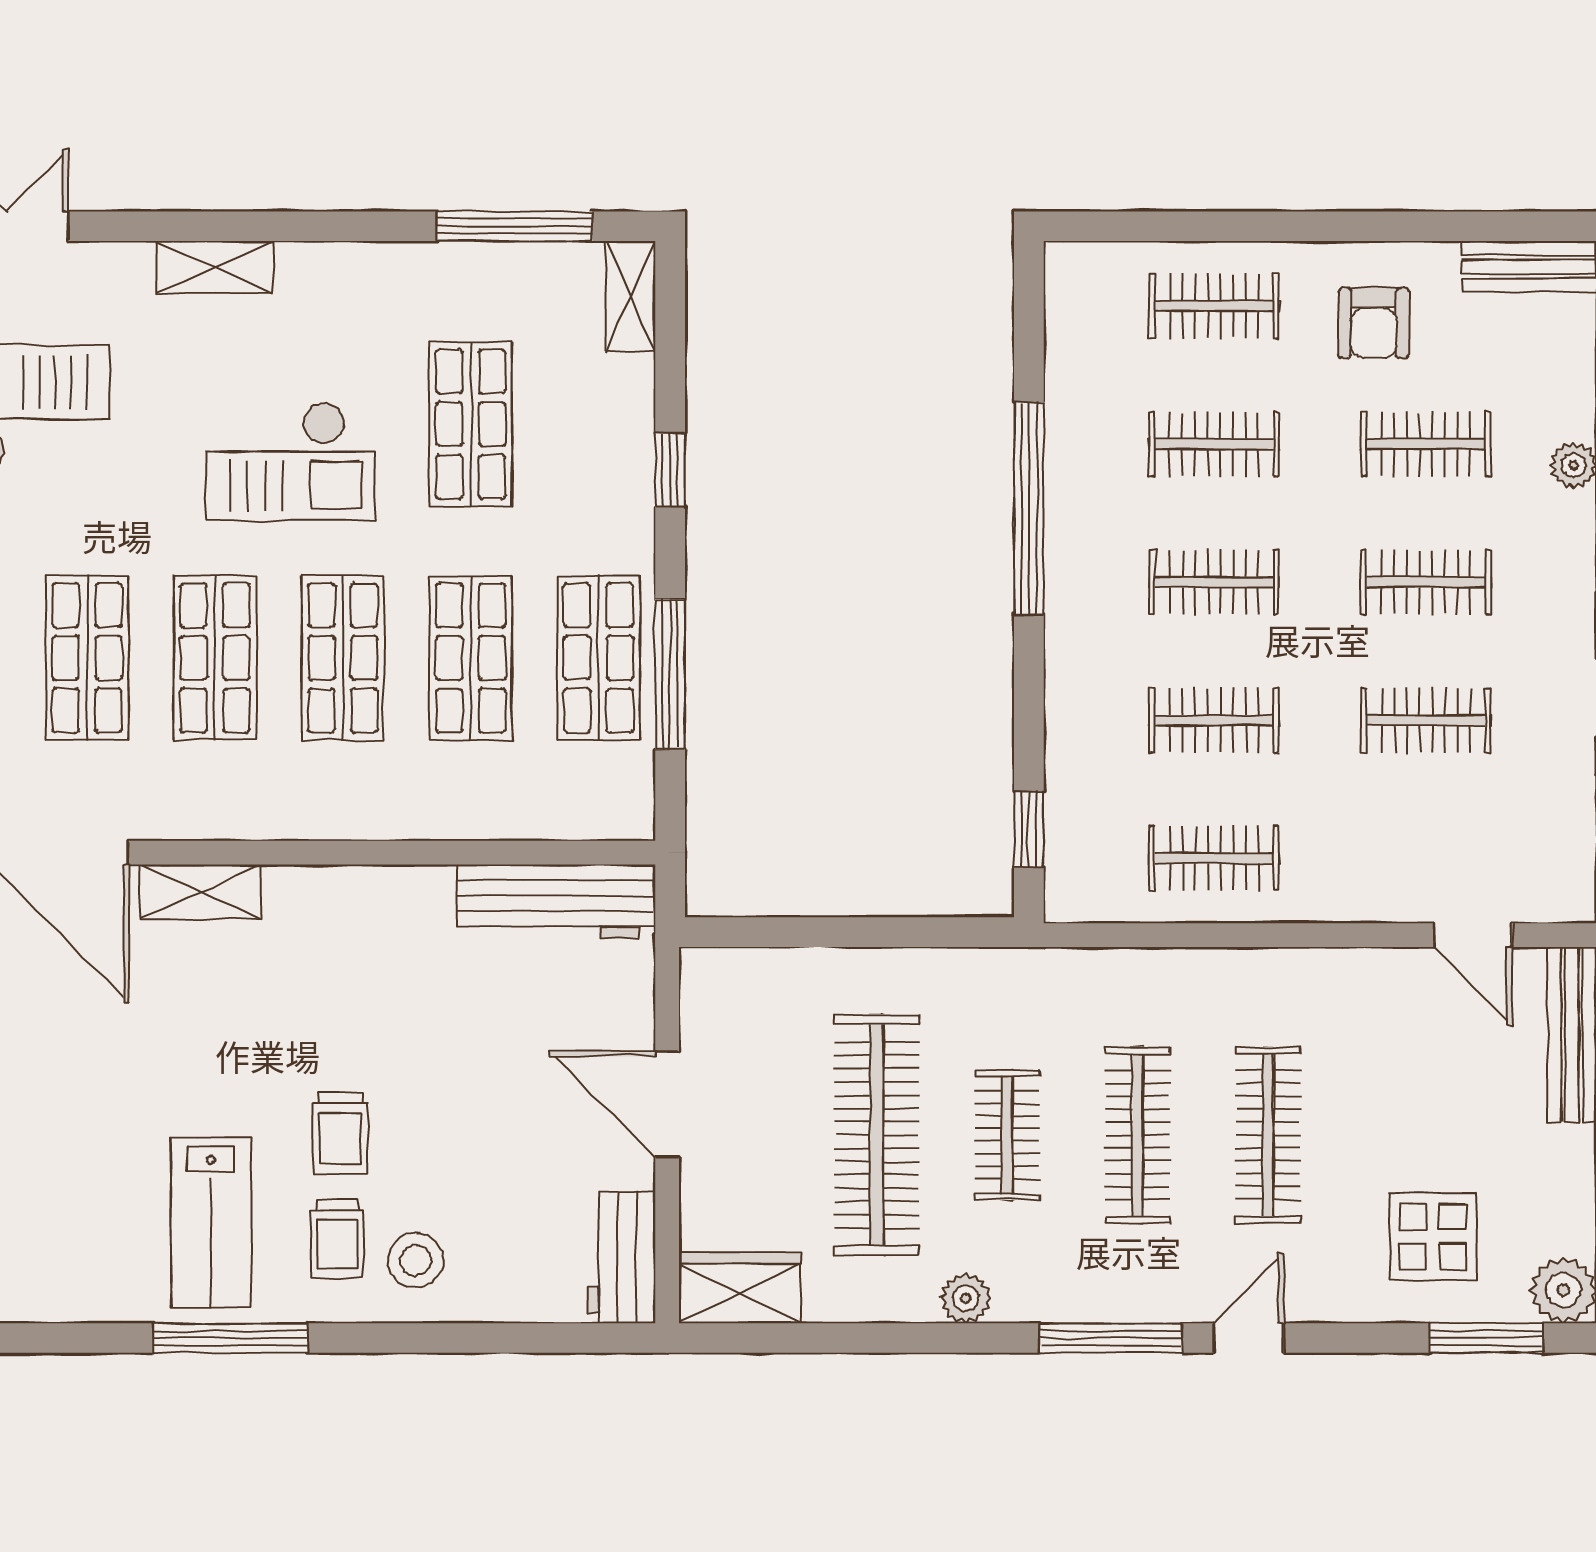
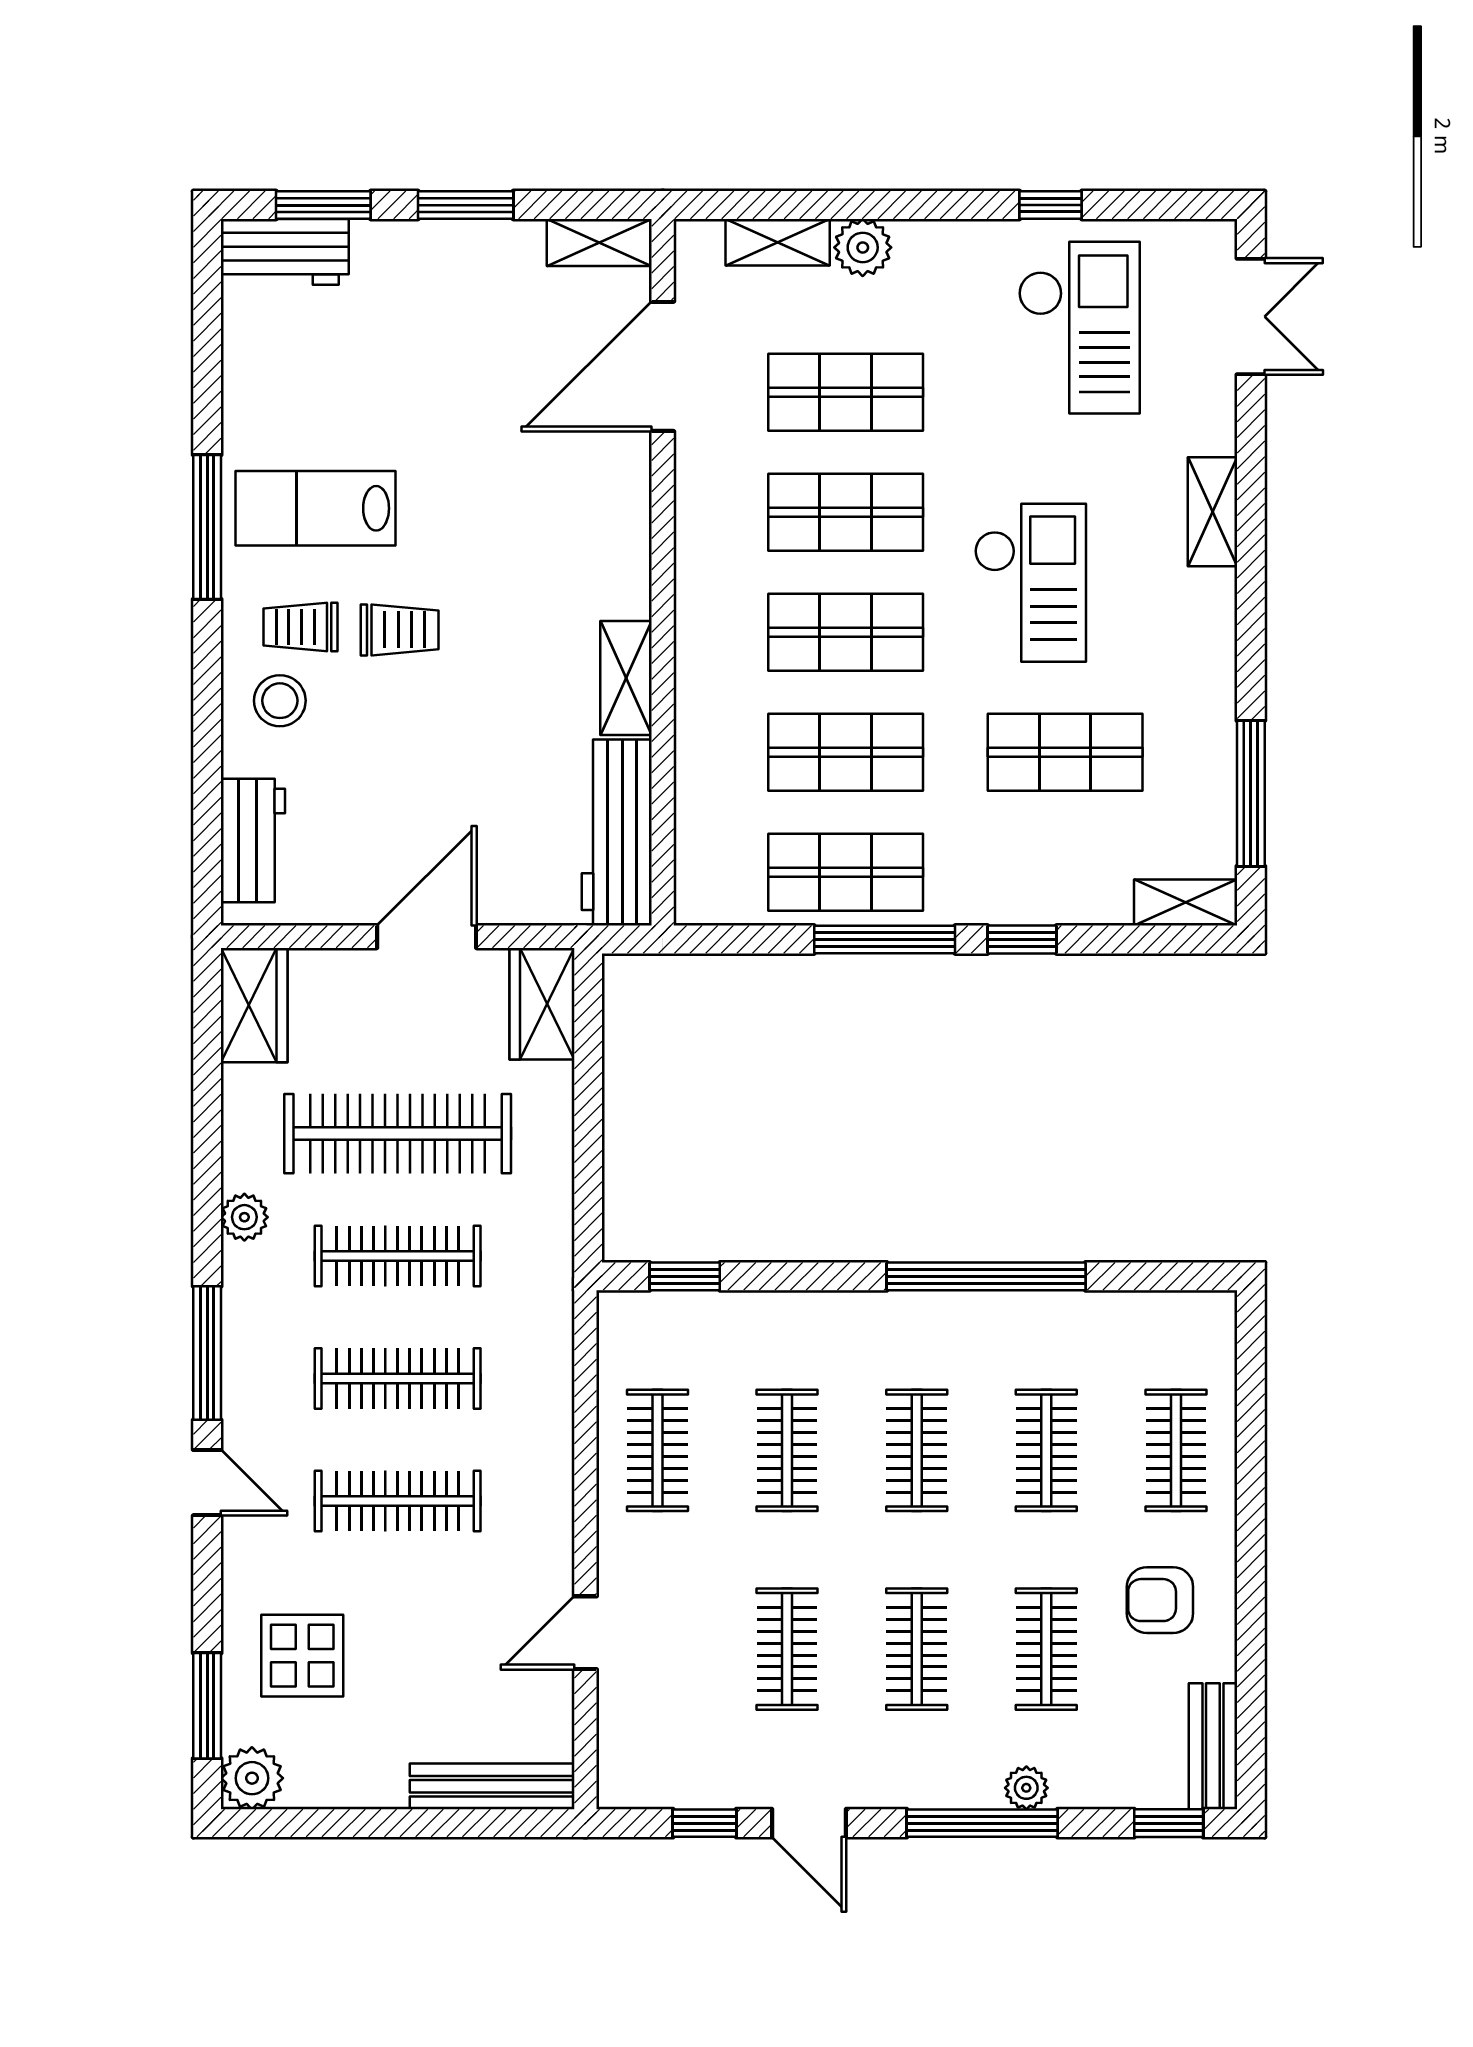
checkout: (290, 461) -> (1030, 583), turned 180
window: (670, 674) -> (885, 940), moved
shelving: (200, 892) -> (626, 678), moved
door: (1473, 935) -> (585, 1633), moved
wardrobe: (738, 981) -> (542, 1004), added
trolley: (340, 1133) -> (400, 630), turned 180
clothes rail: (1007, 1135) -> (398, 1256), width x1.36
workbench: (621, 1257) -> (253, 840), moved, turned 90

